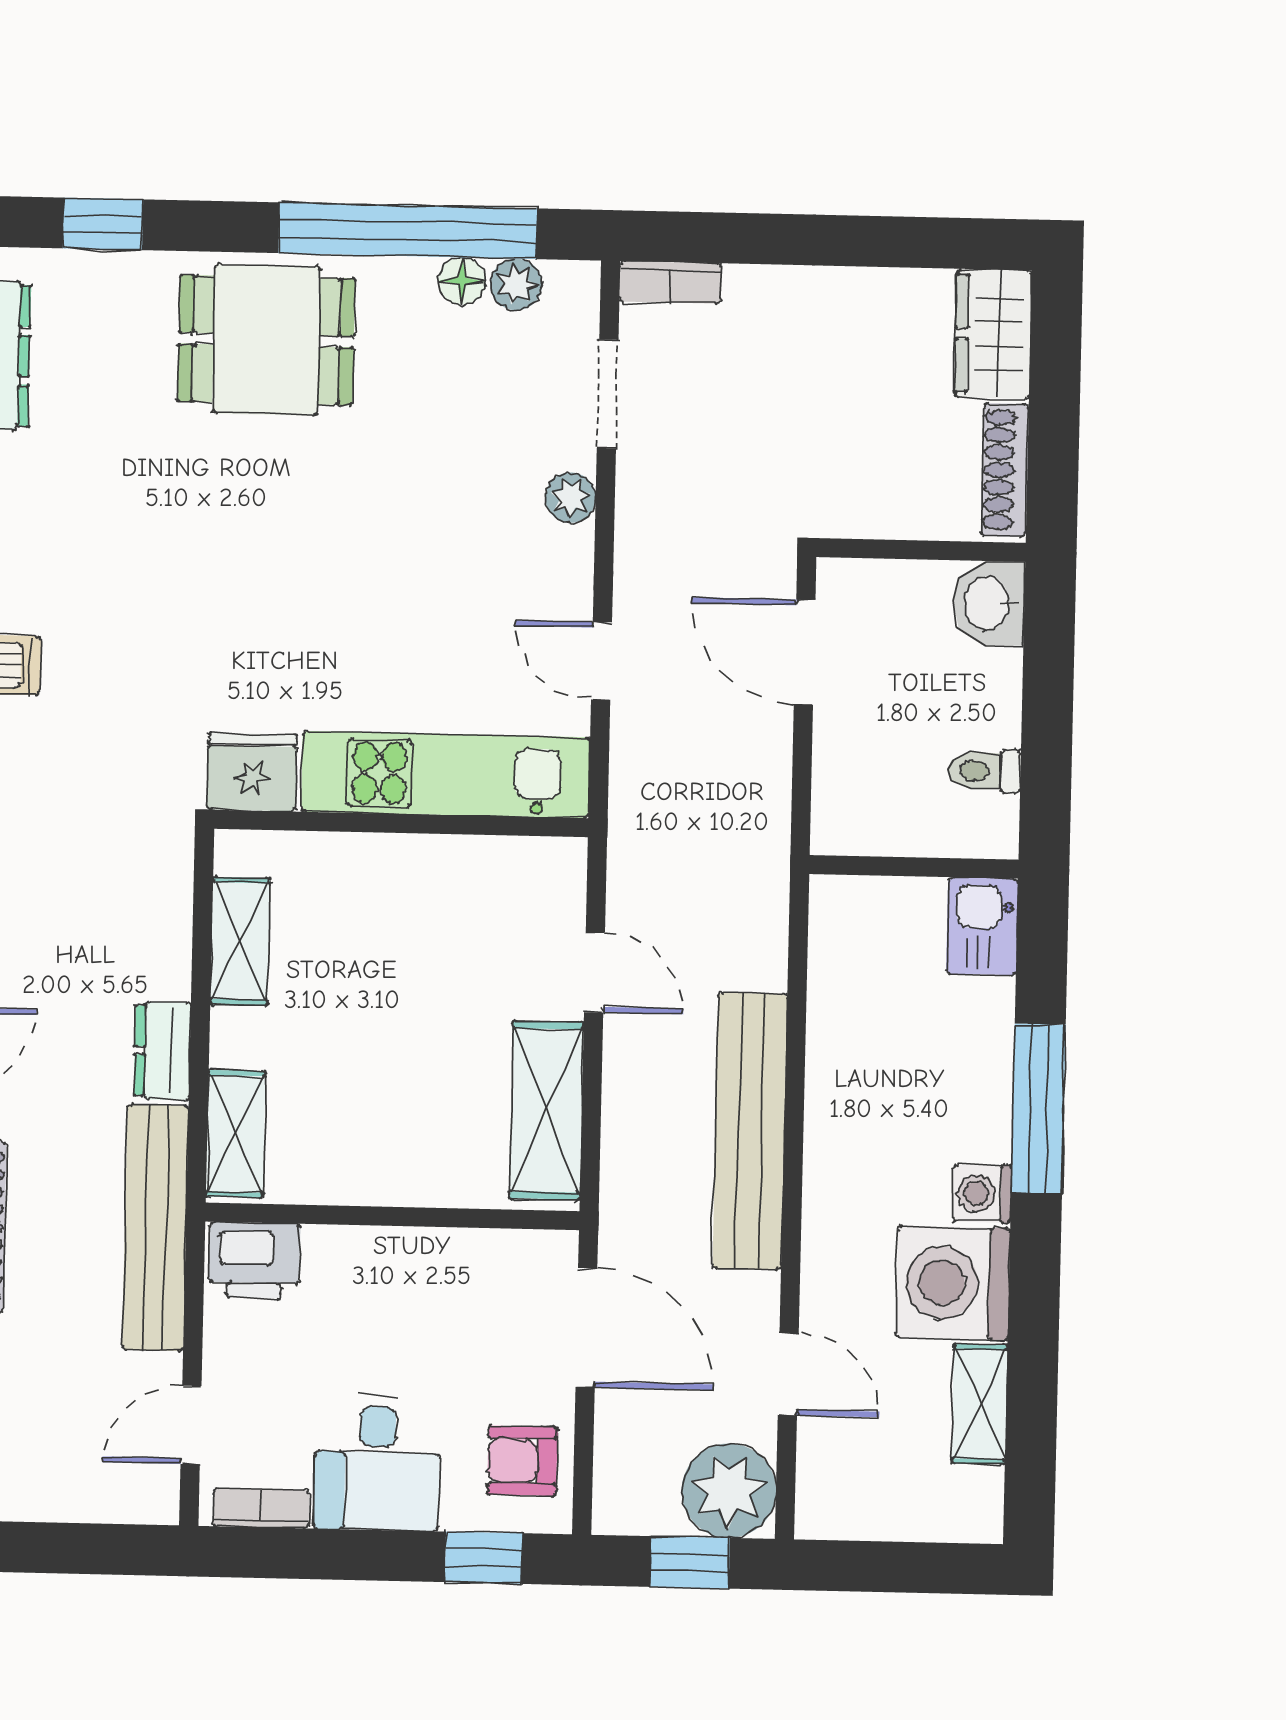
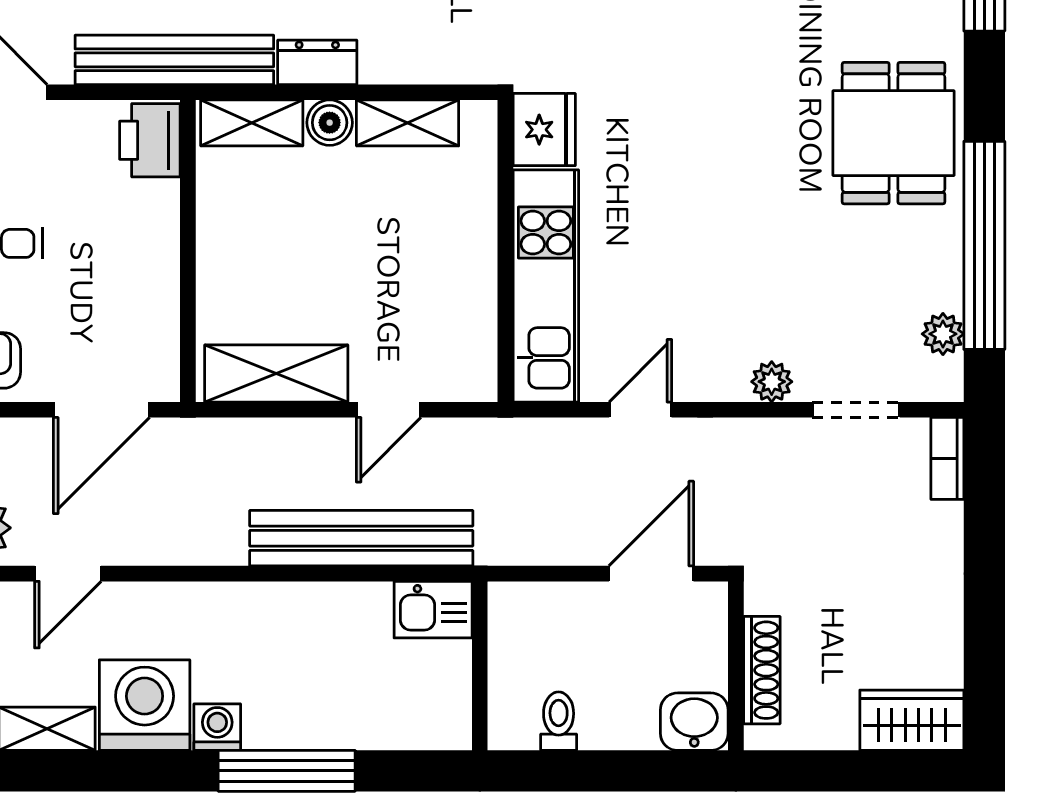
floor lamp: (462, 281) -> (945, 290), removed
shoe rack: (1005, 470) -> (762, 670), moved, turned 90
kitchen sink: (982, 926) -> (433, 610), moved, turned 180
boiler: (237, 1037) -> (330, 123), added
bench: (750, 1131) -> (361, 538), moved

